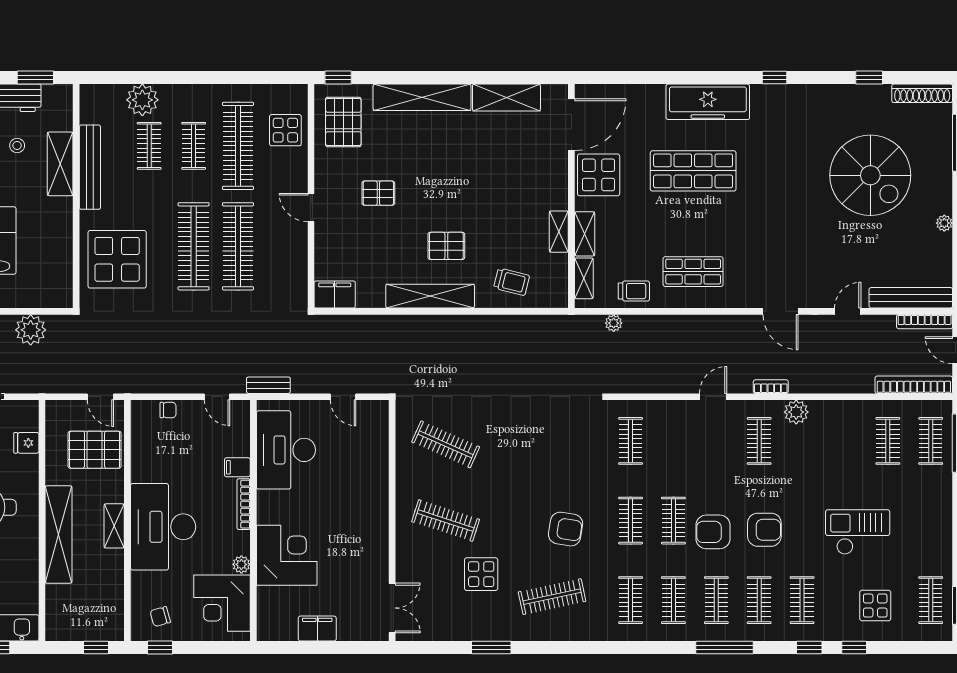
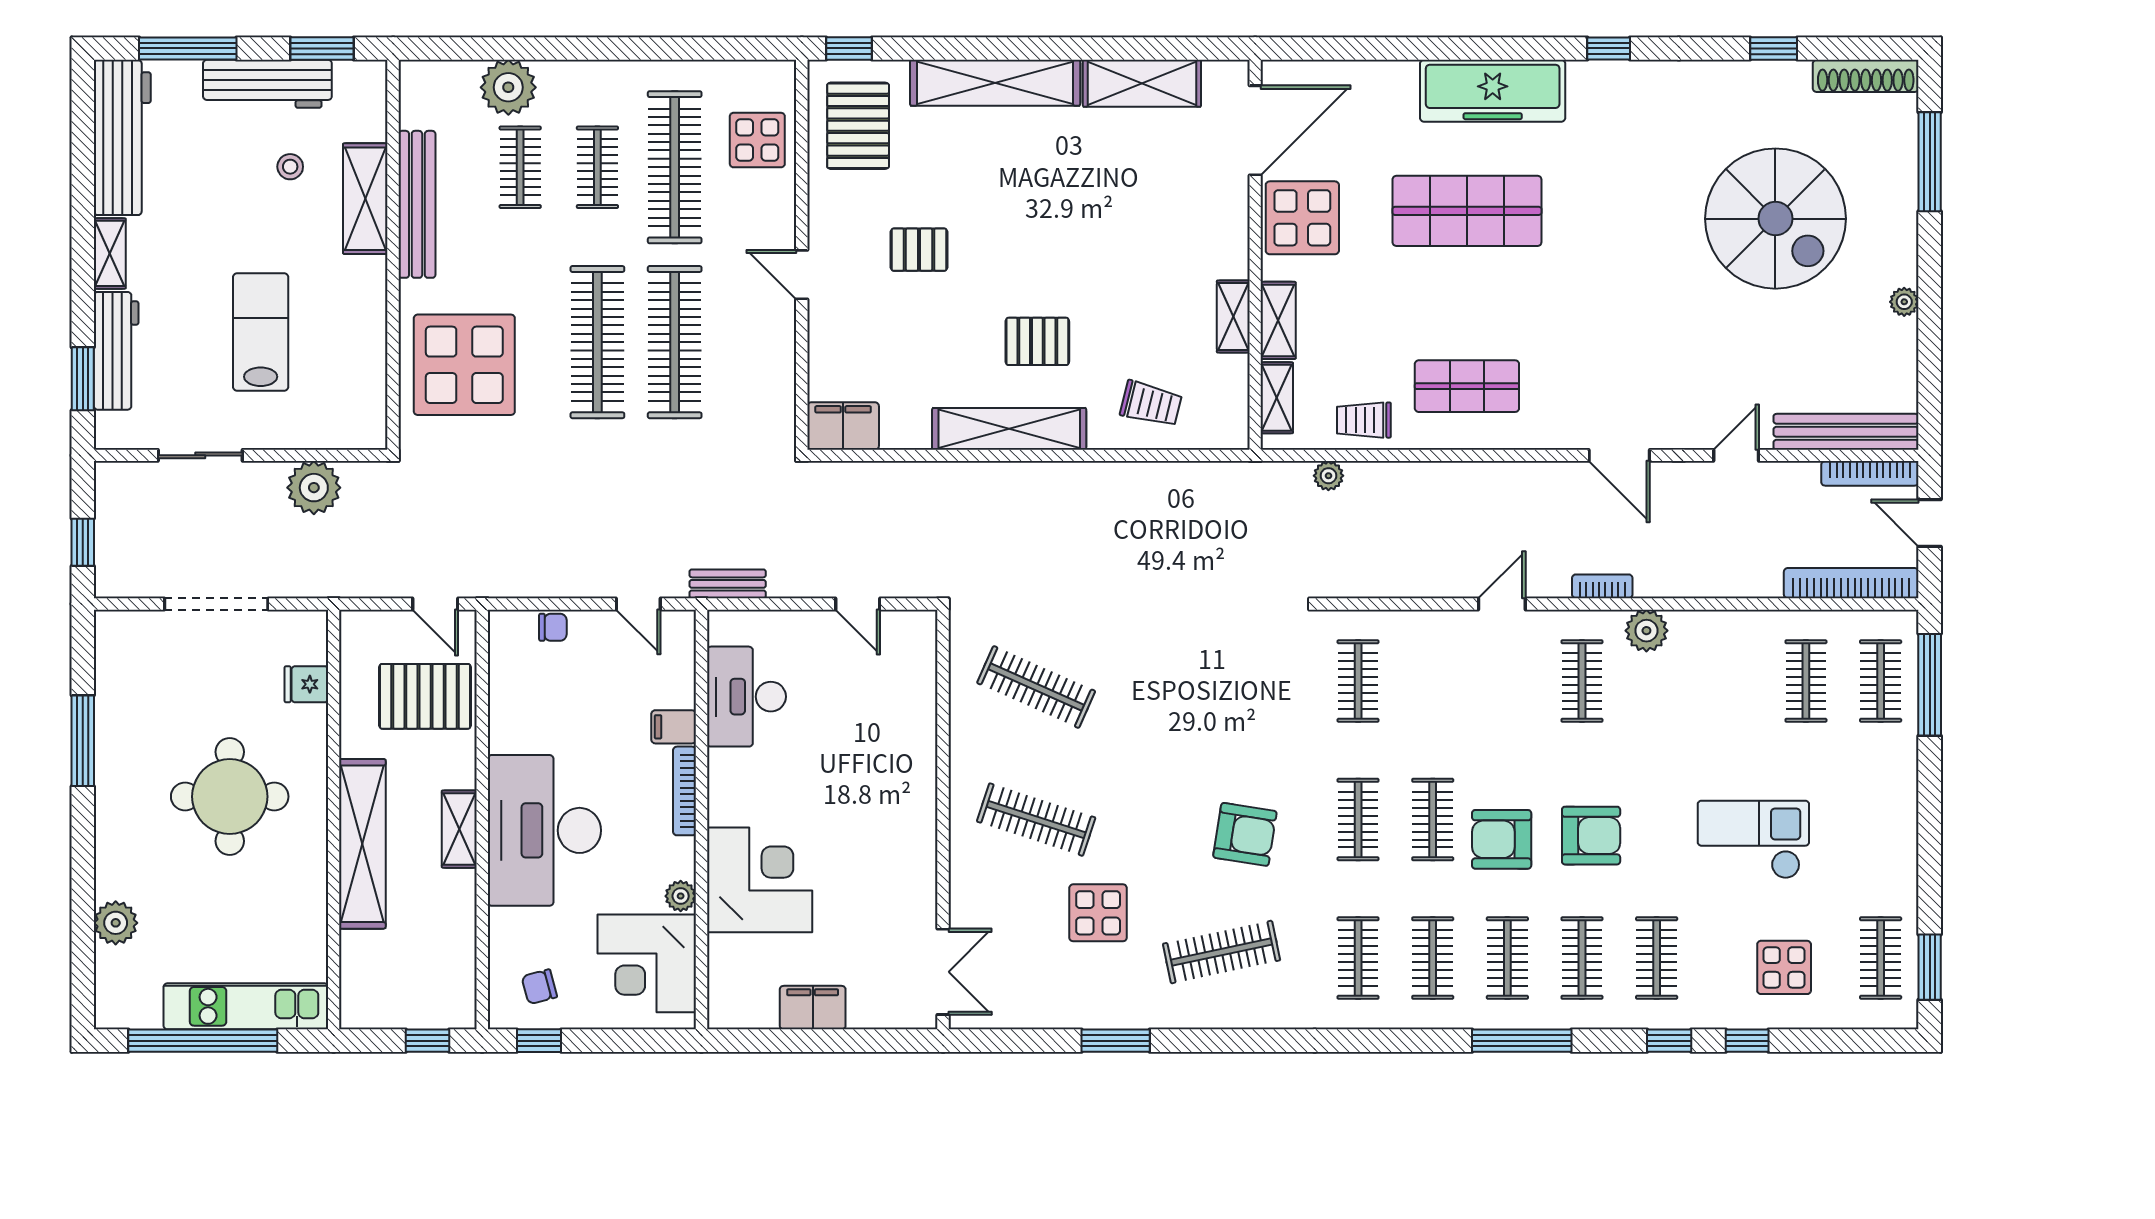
trolley: (634, 291) -> (1364, 420), turned 180
desk: (286, 450) -> (746, 697), width x0.73, depth x0.77

